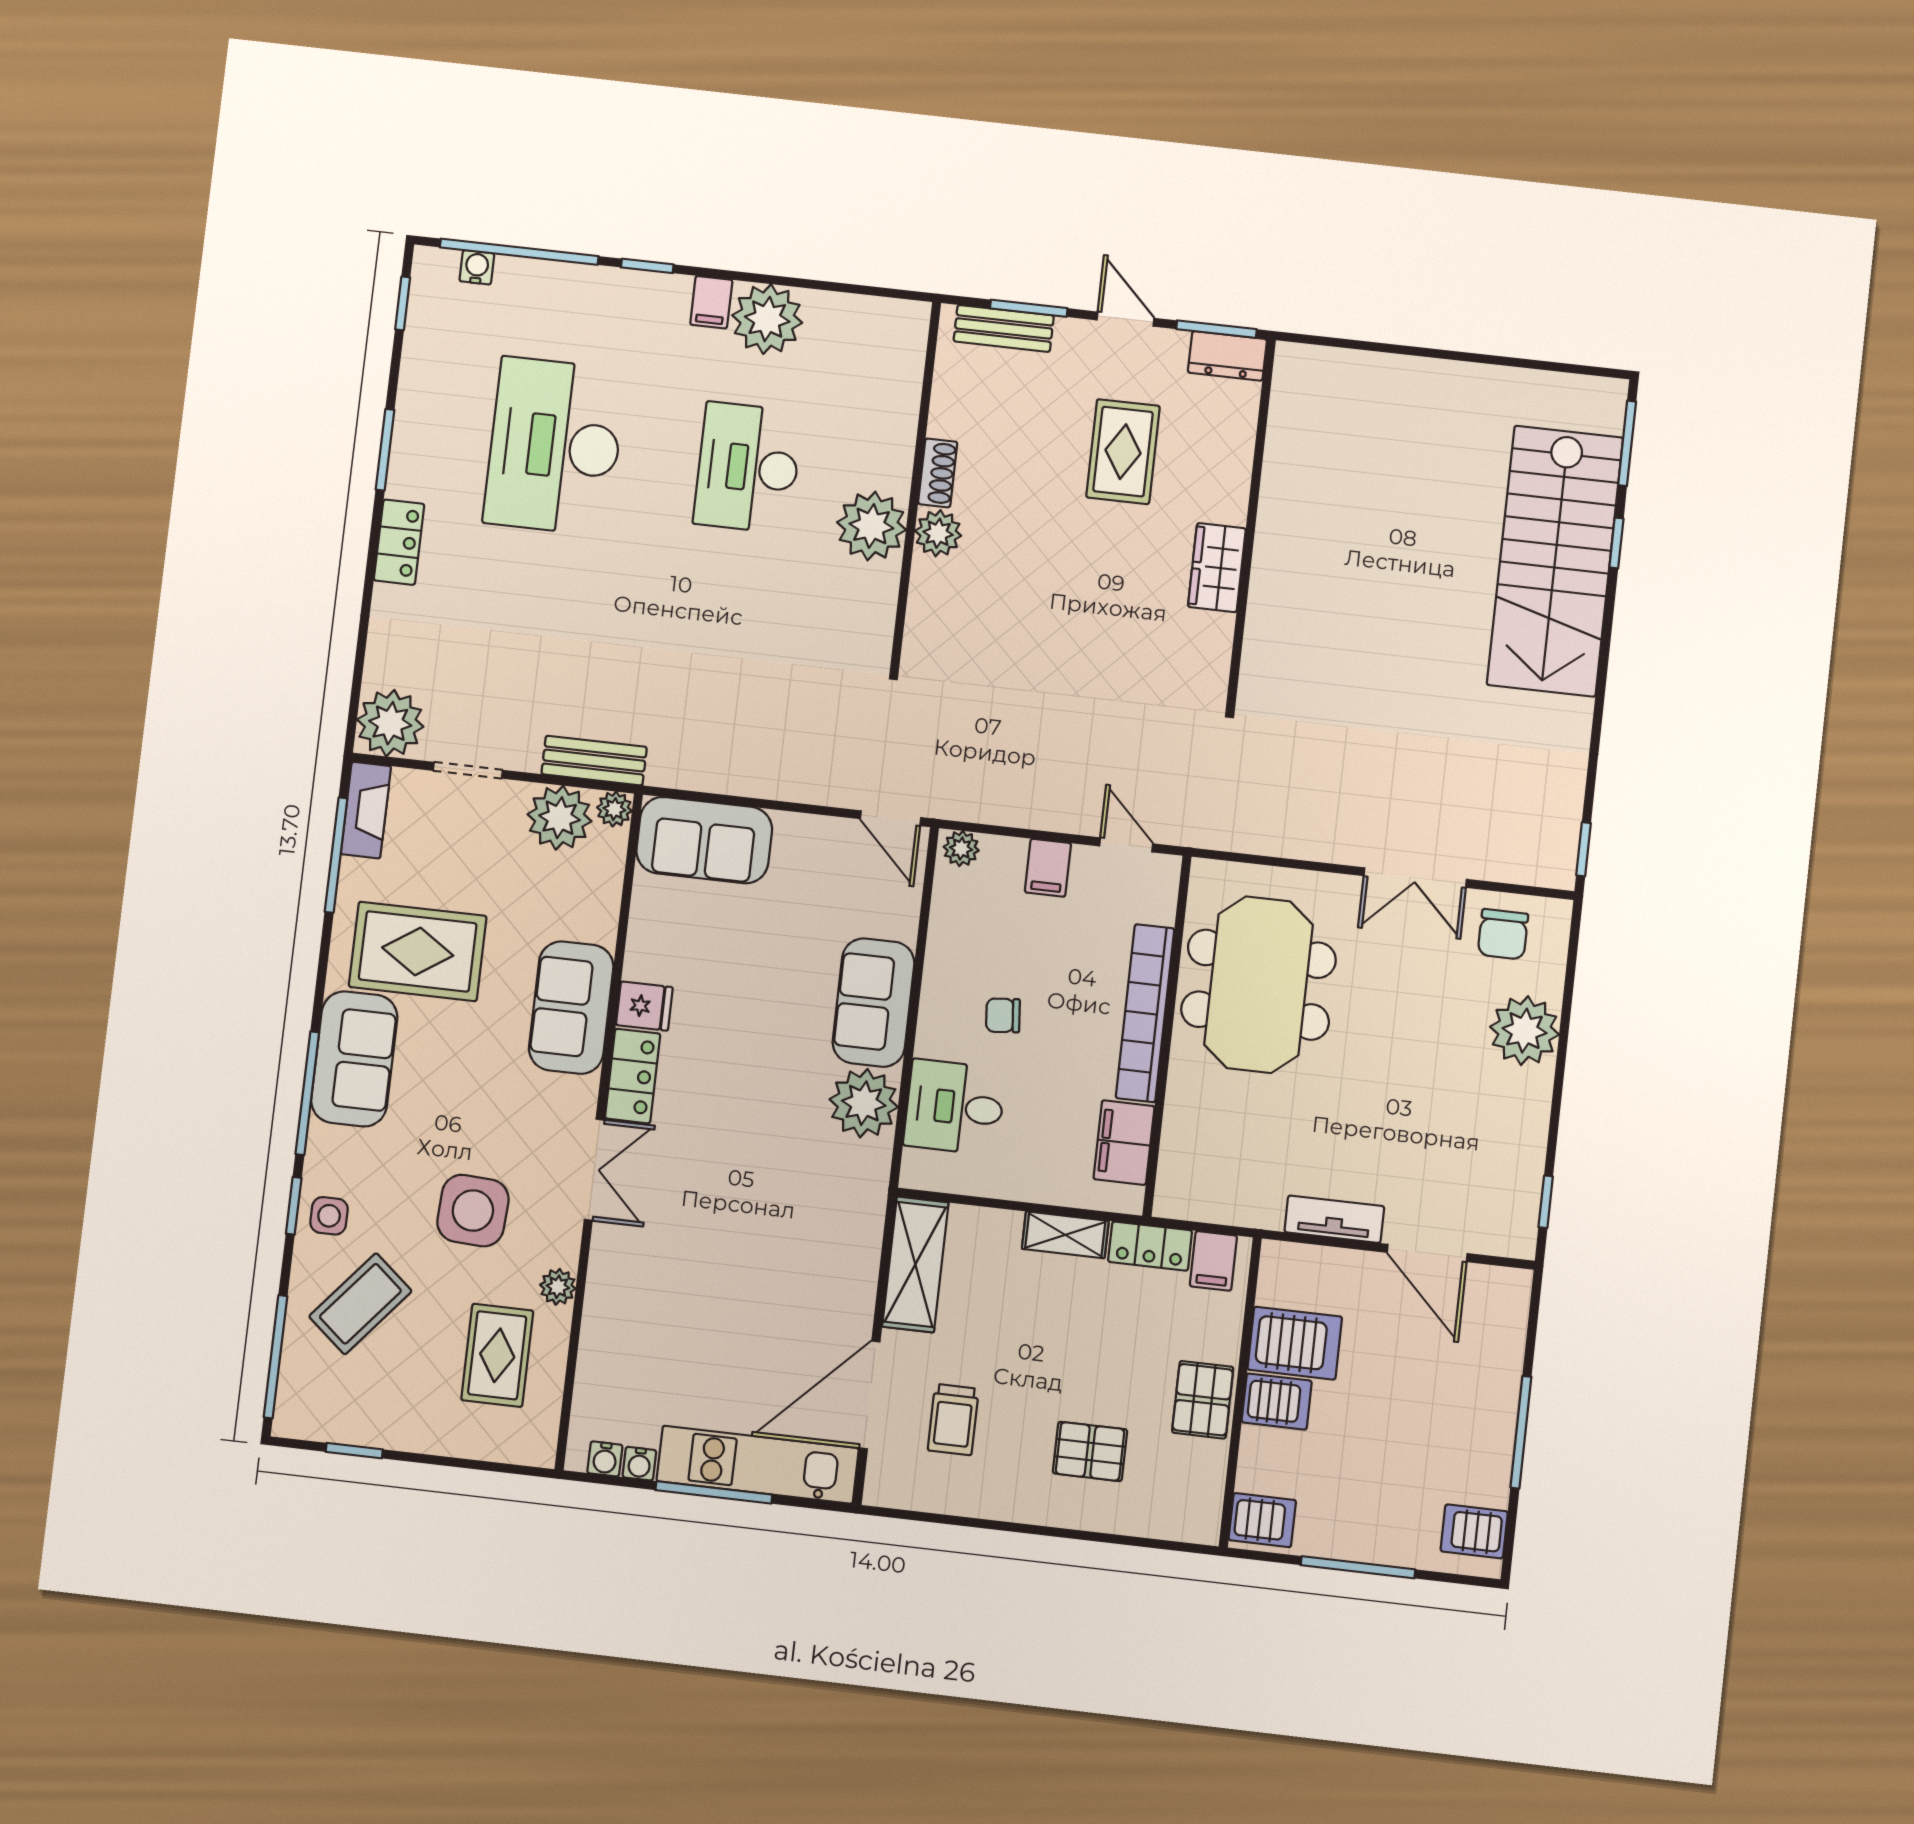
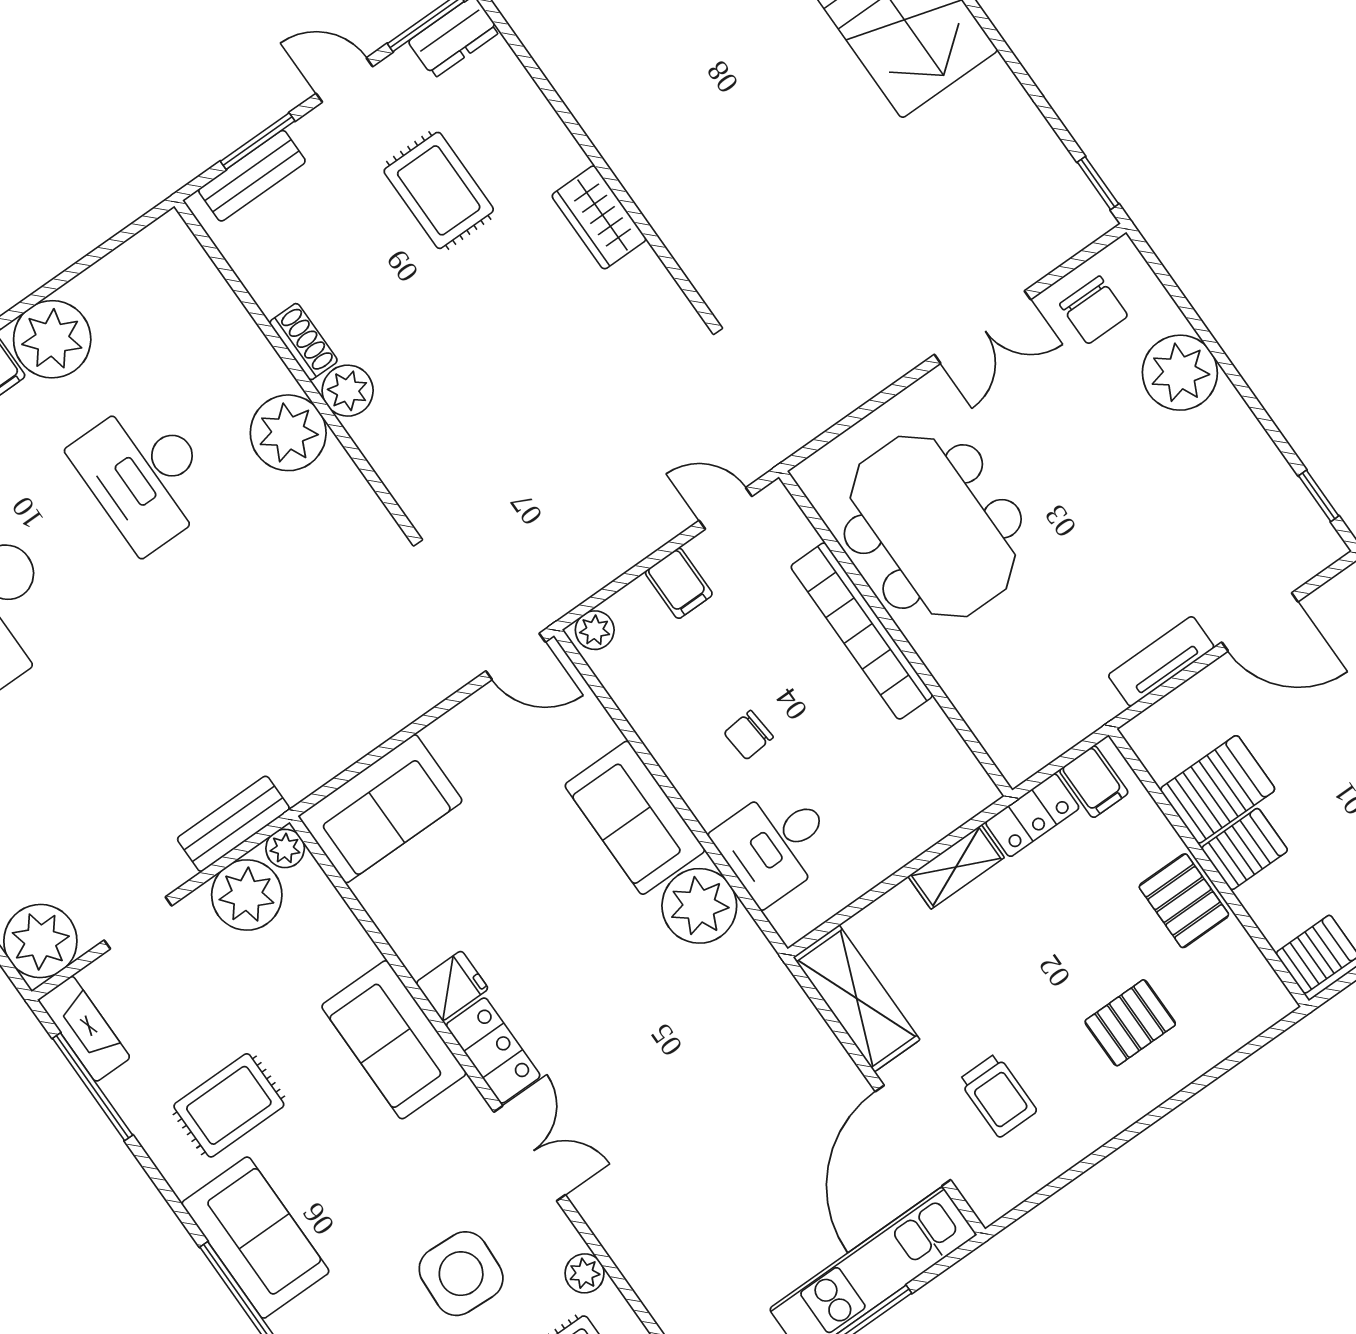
rug: (418, 951) -> (229, 1105), width x0.73, depth x0.70
filing cabinet: (1124, 1143) -> (937, 751), removed

